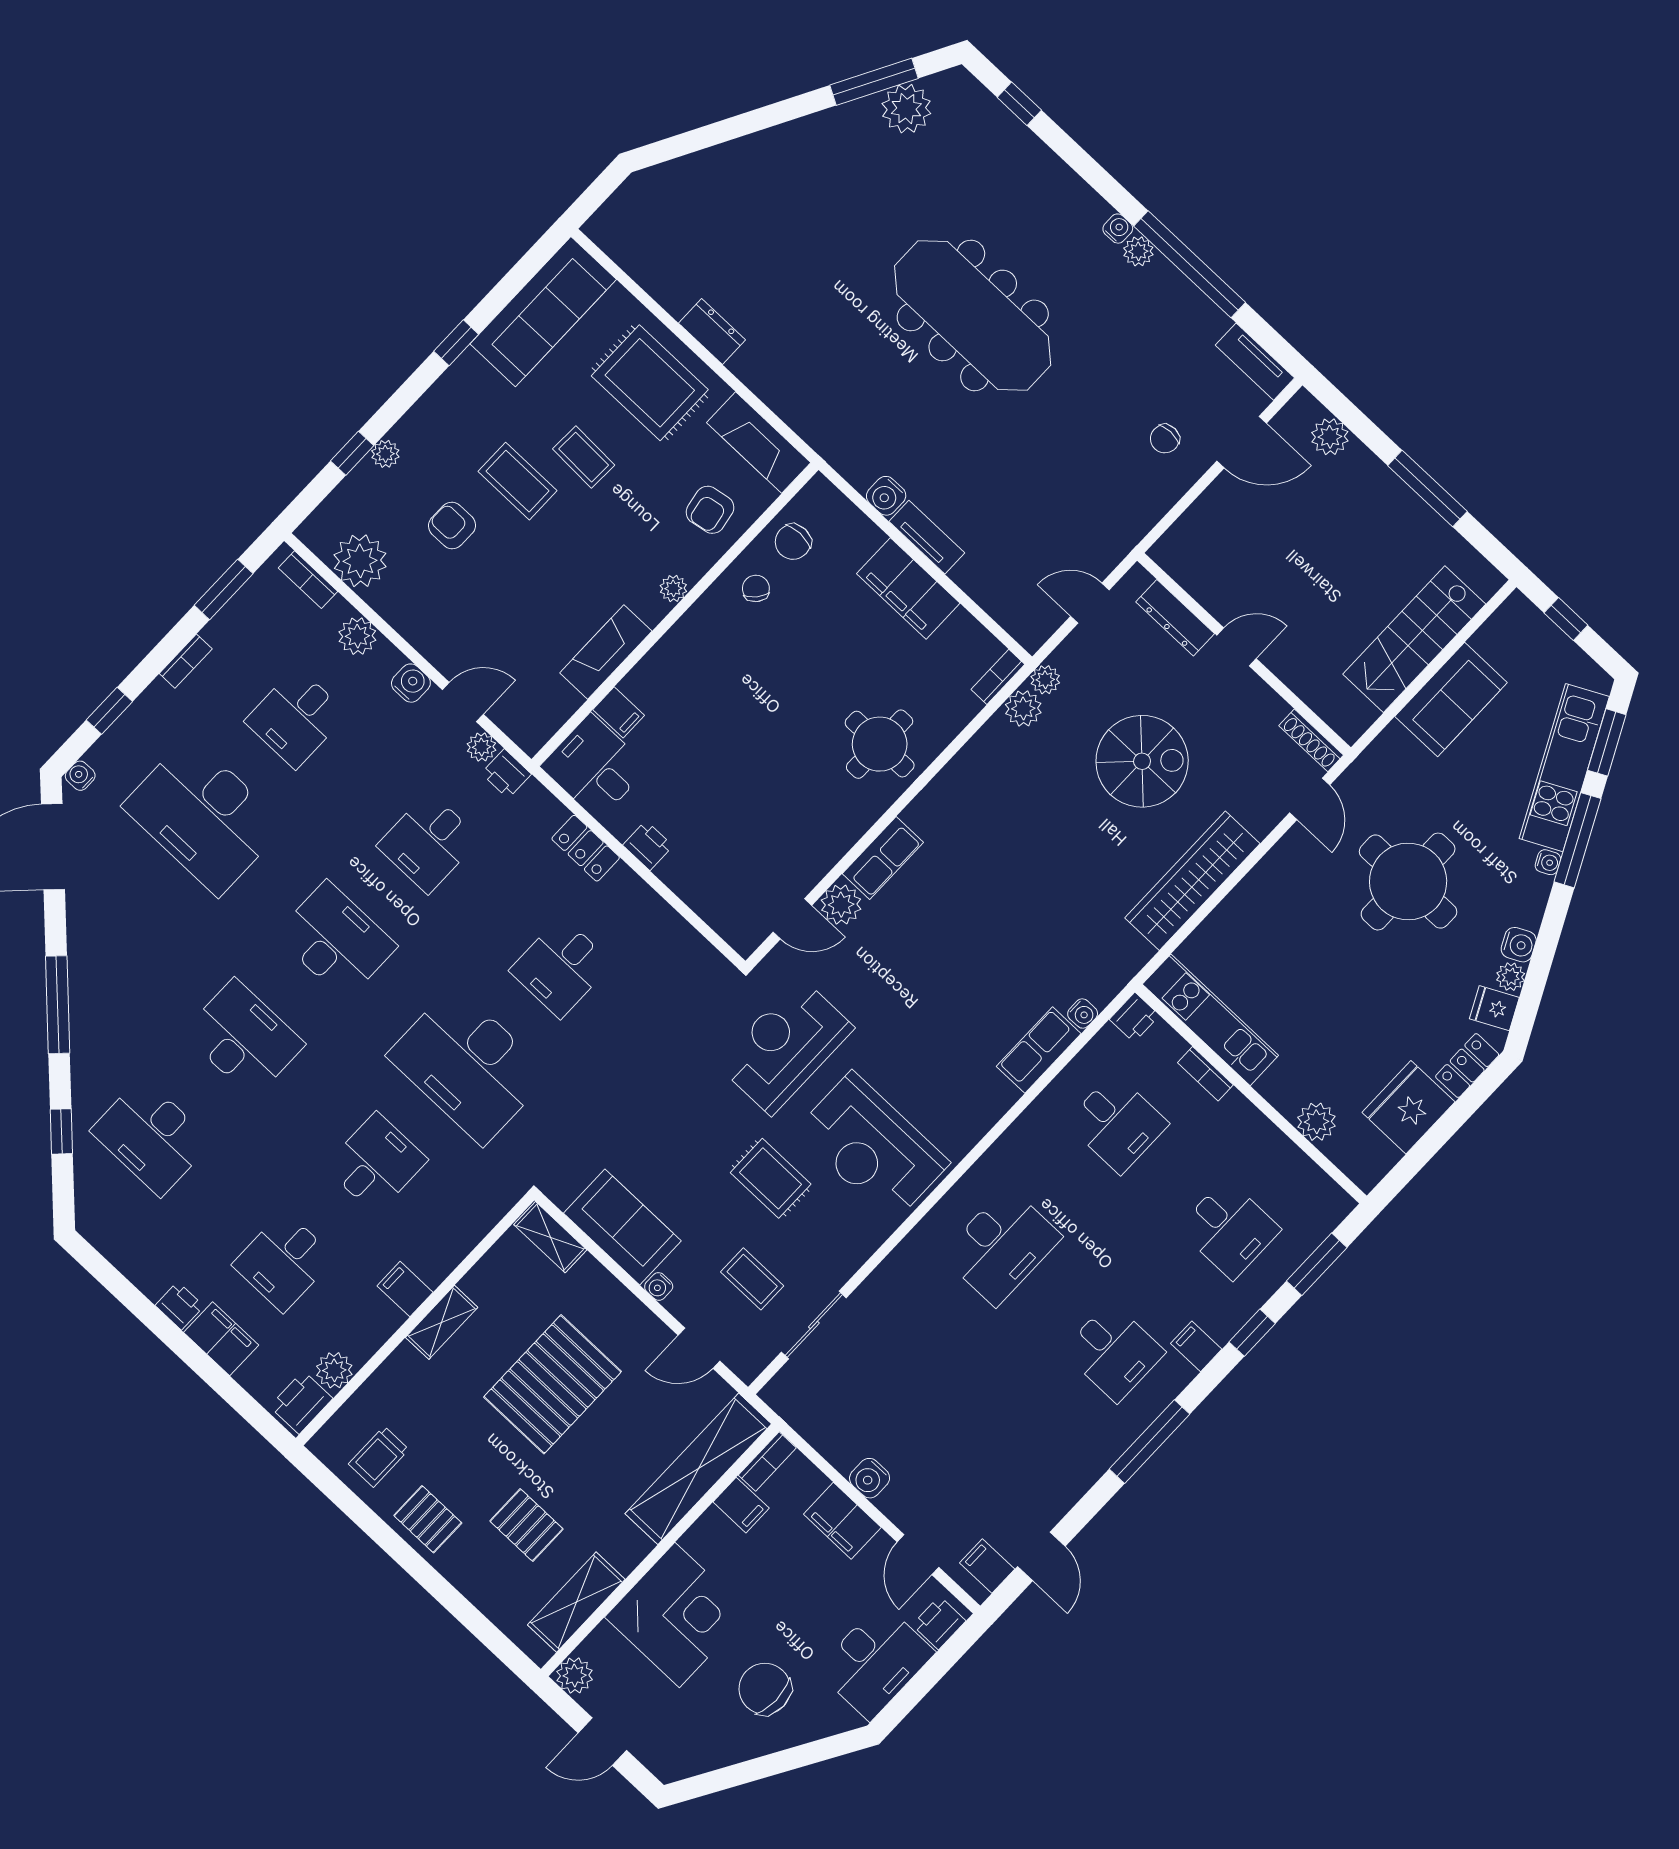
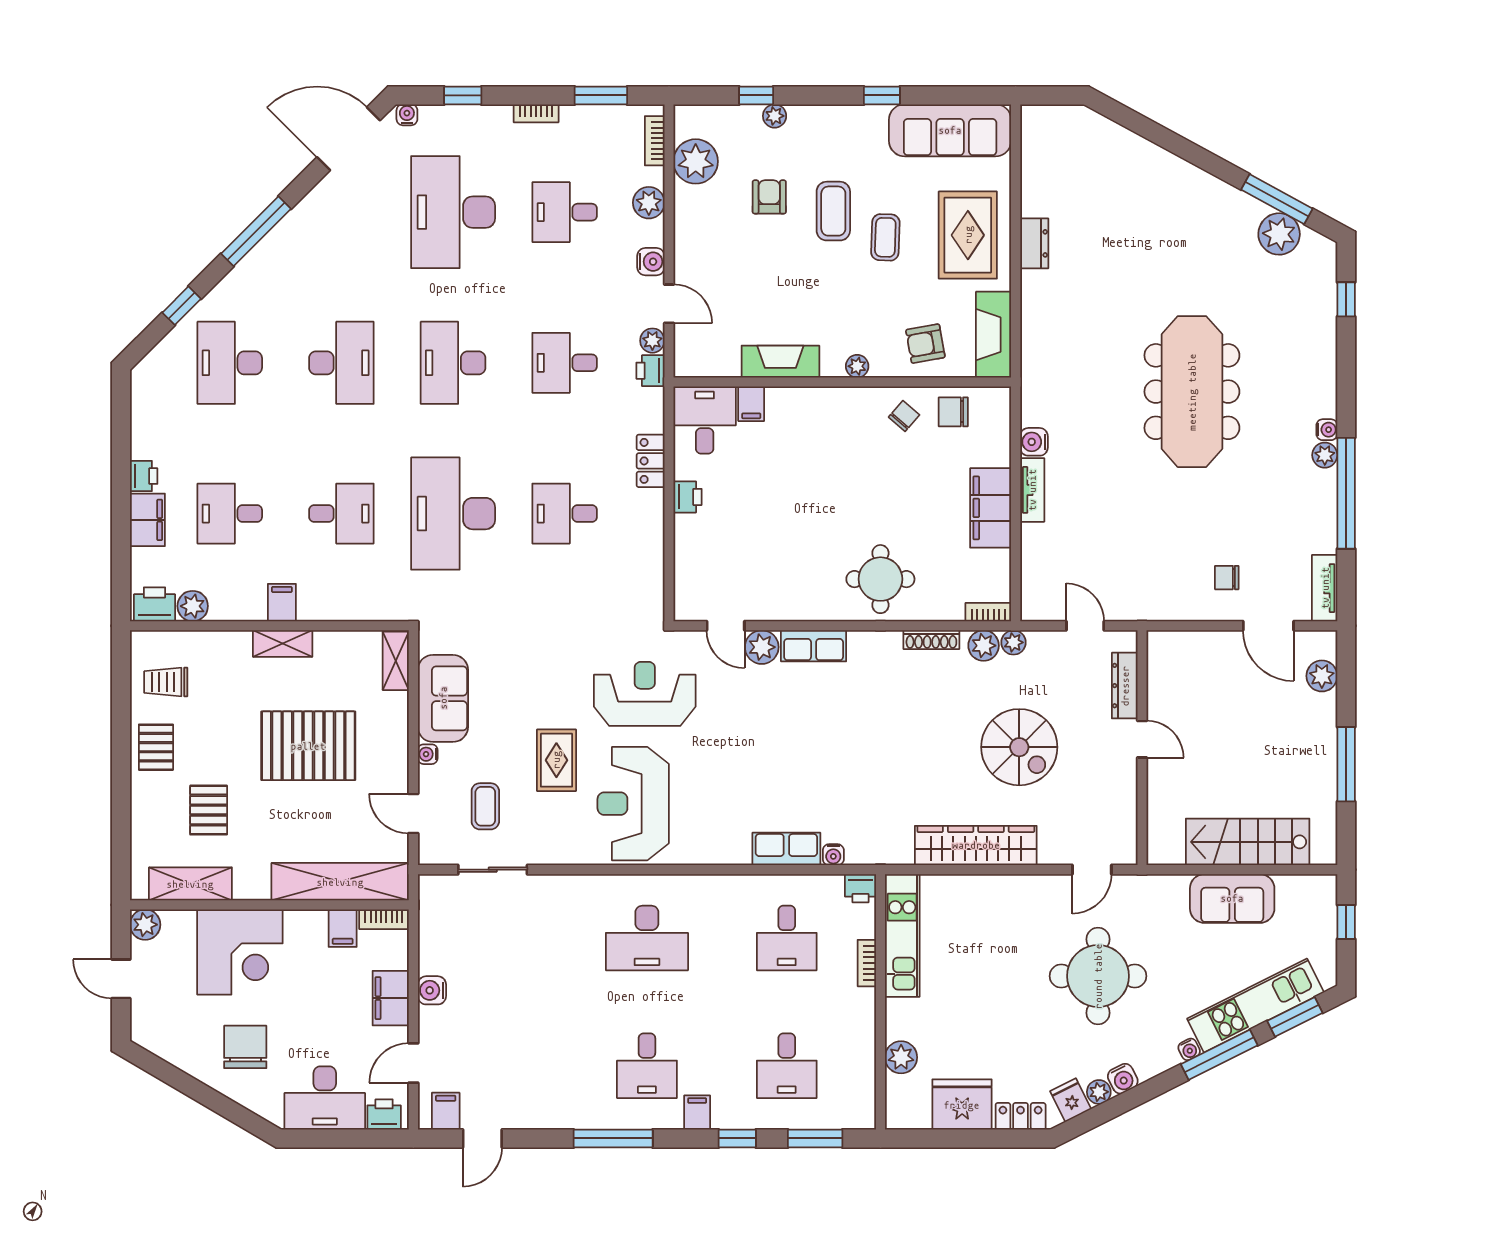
shoe rack: (1311, 740) -> (931, 640), moved, turned -90
desk: (336, 940) -> (453, 363), turned 180

